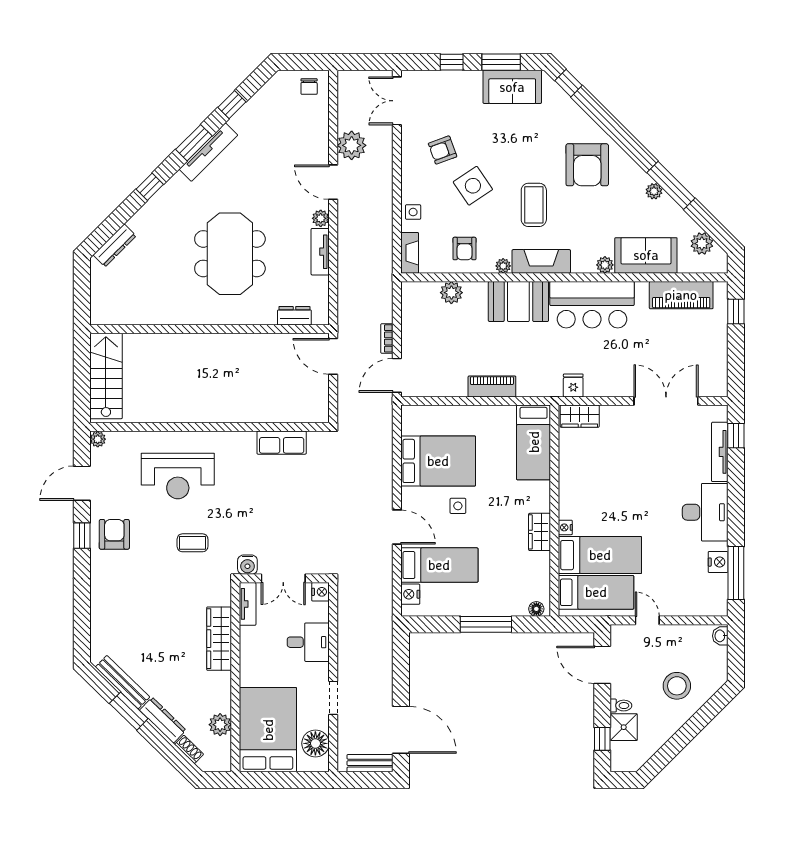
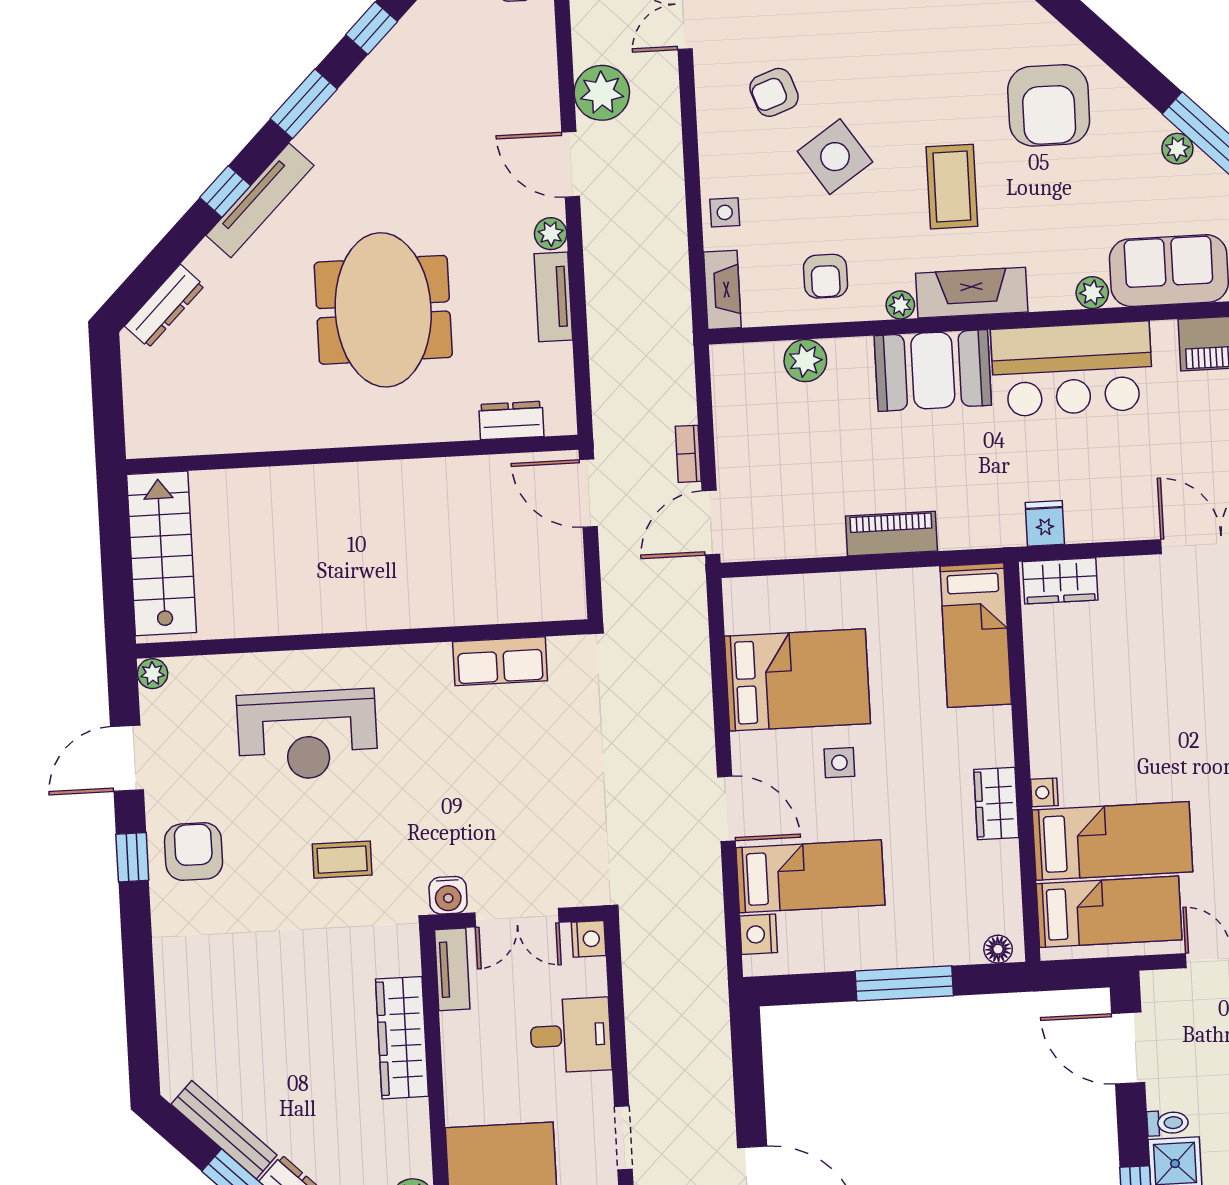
tv unit: (208, 152) -> (260, 200), moved

